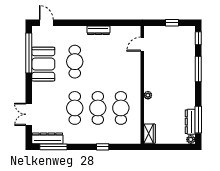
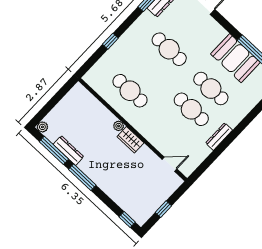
door: (142, 44) -> (169, 164), hinge flipped
window: (198, 69) -> (82, 177), moved
cafe table: (98, 108) -> (191, 109), moved
dresser: (190, 122) -> (68, 151), moved
wardrobe: (149, 134) -> (130, 140), moved

